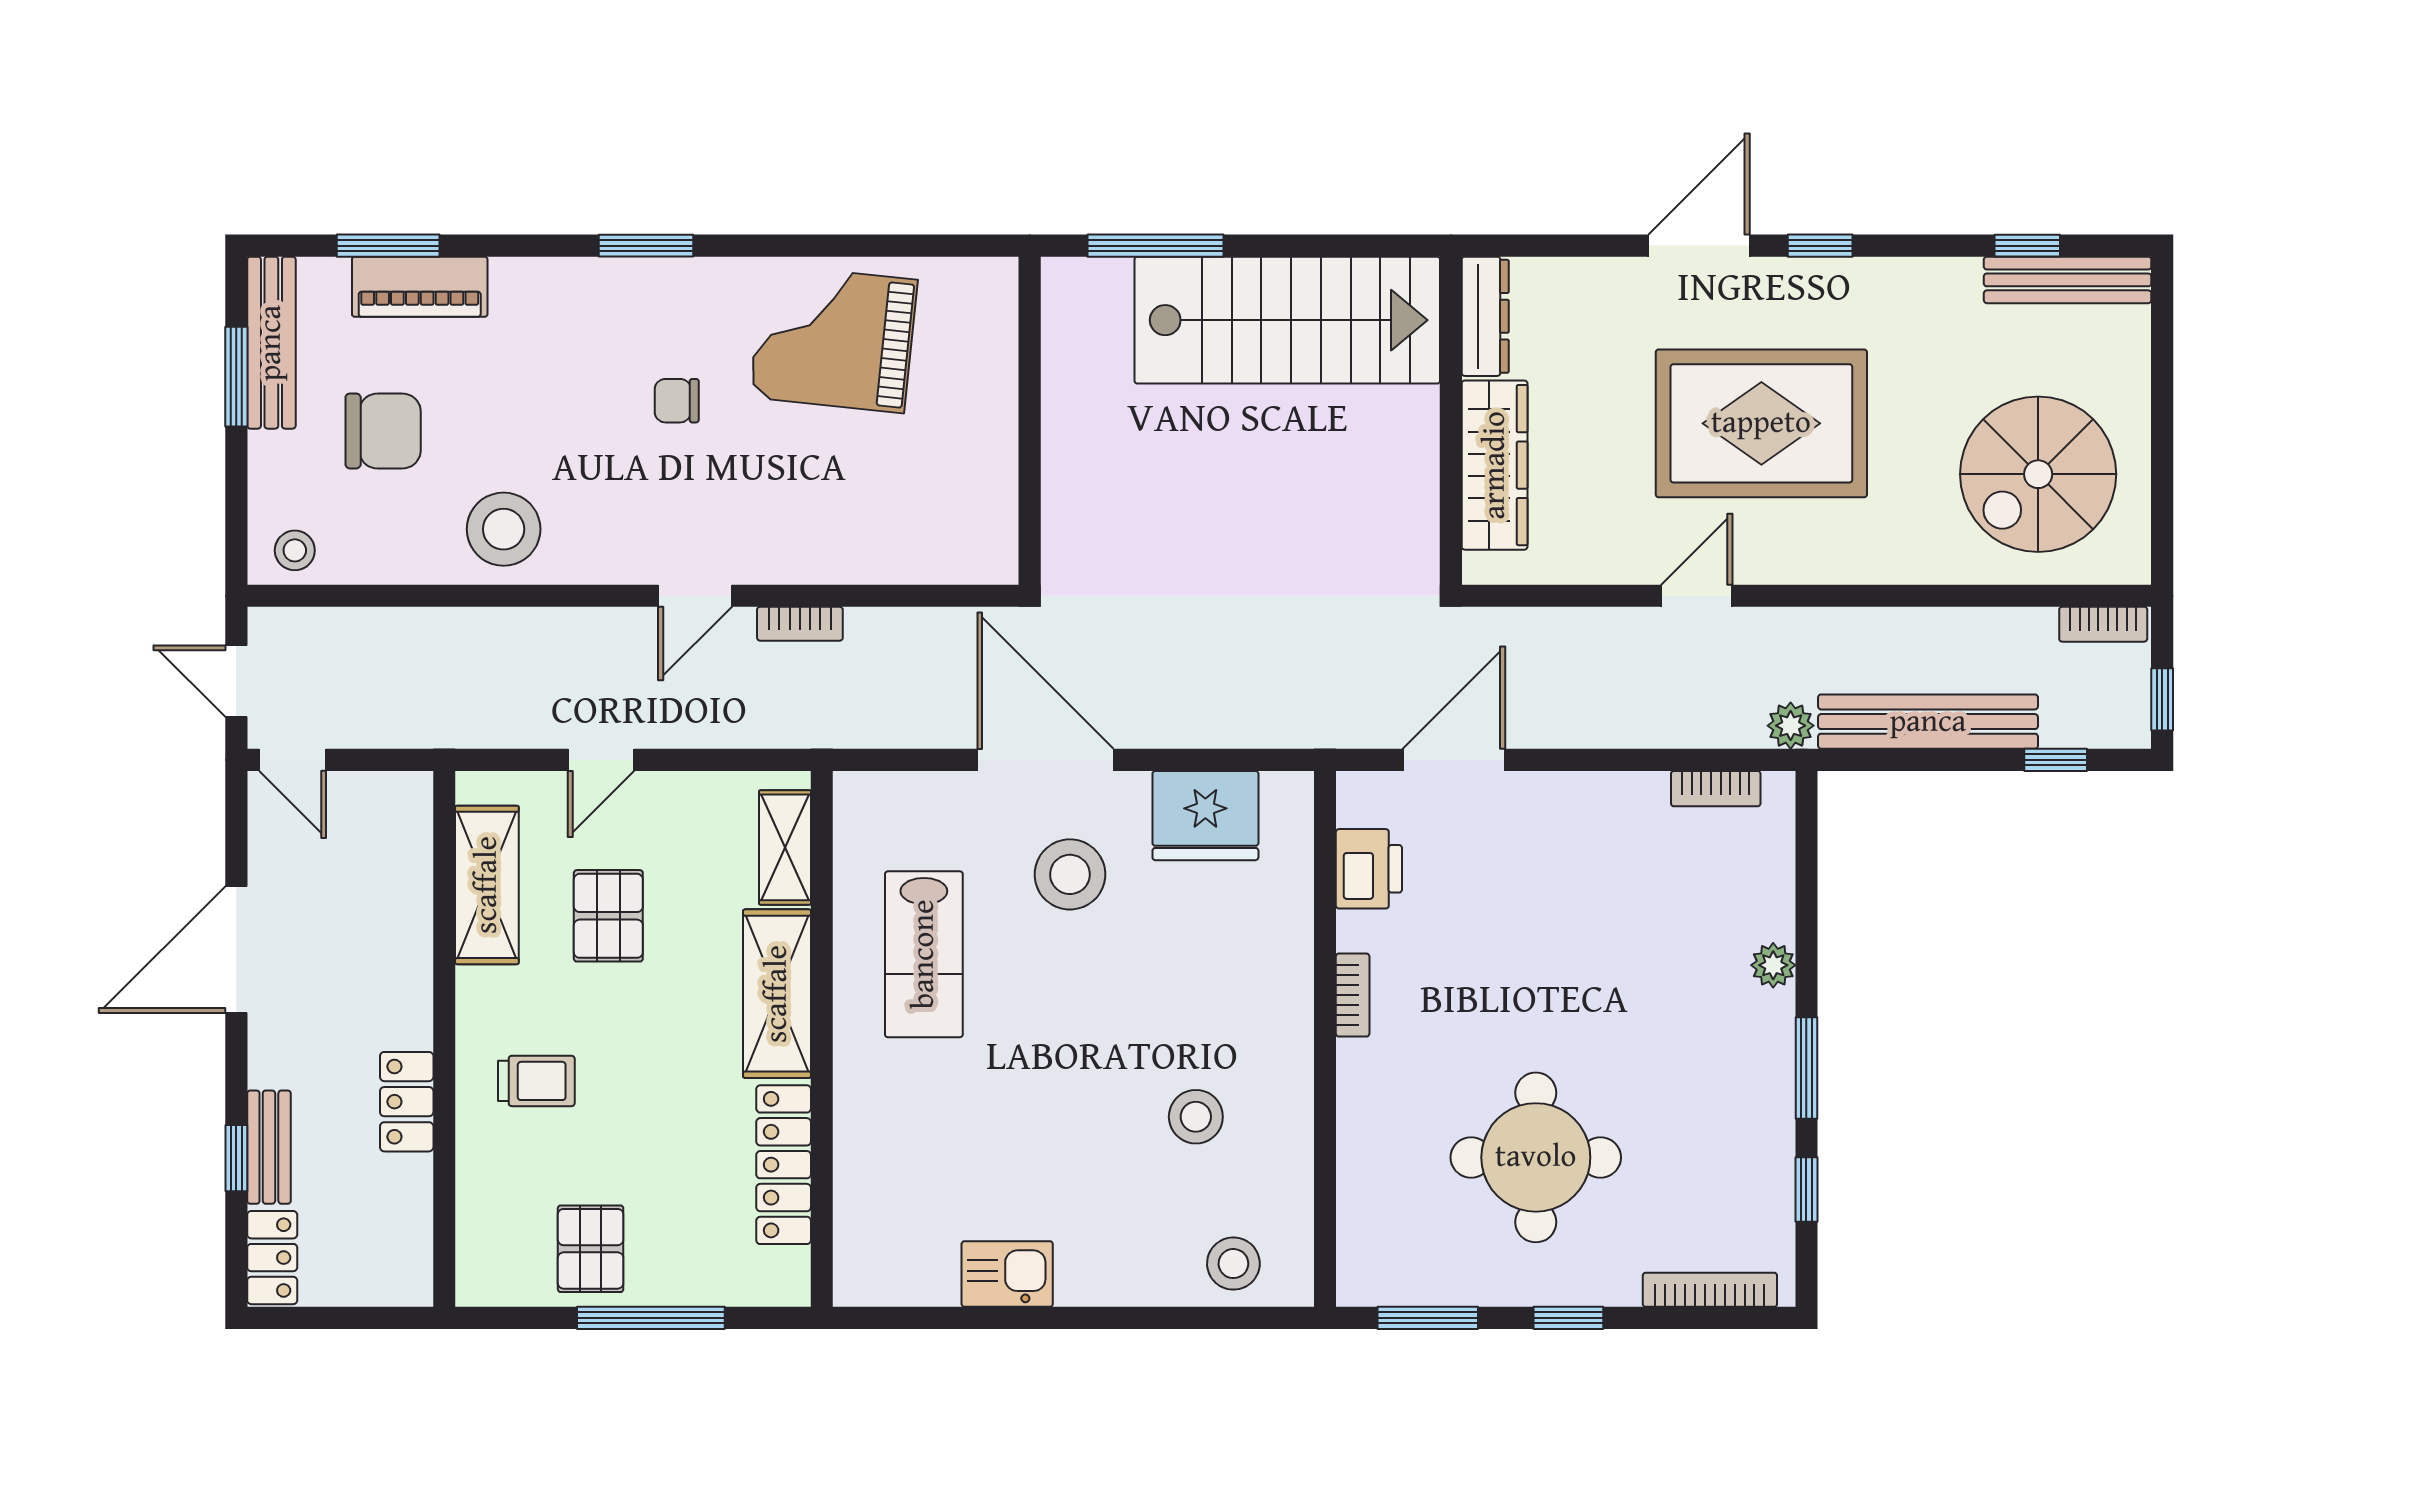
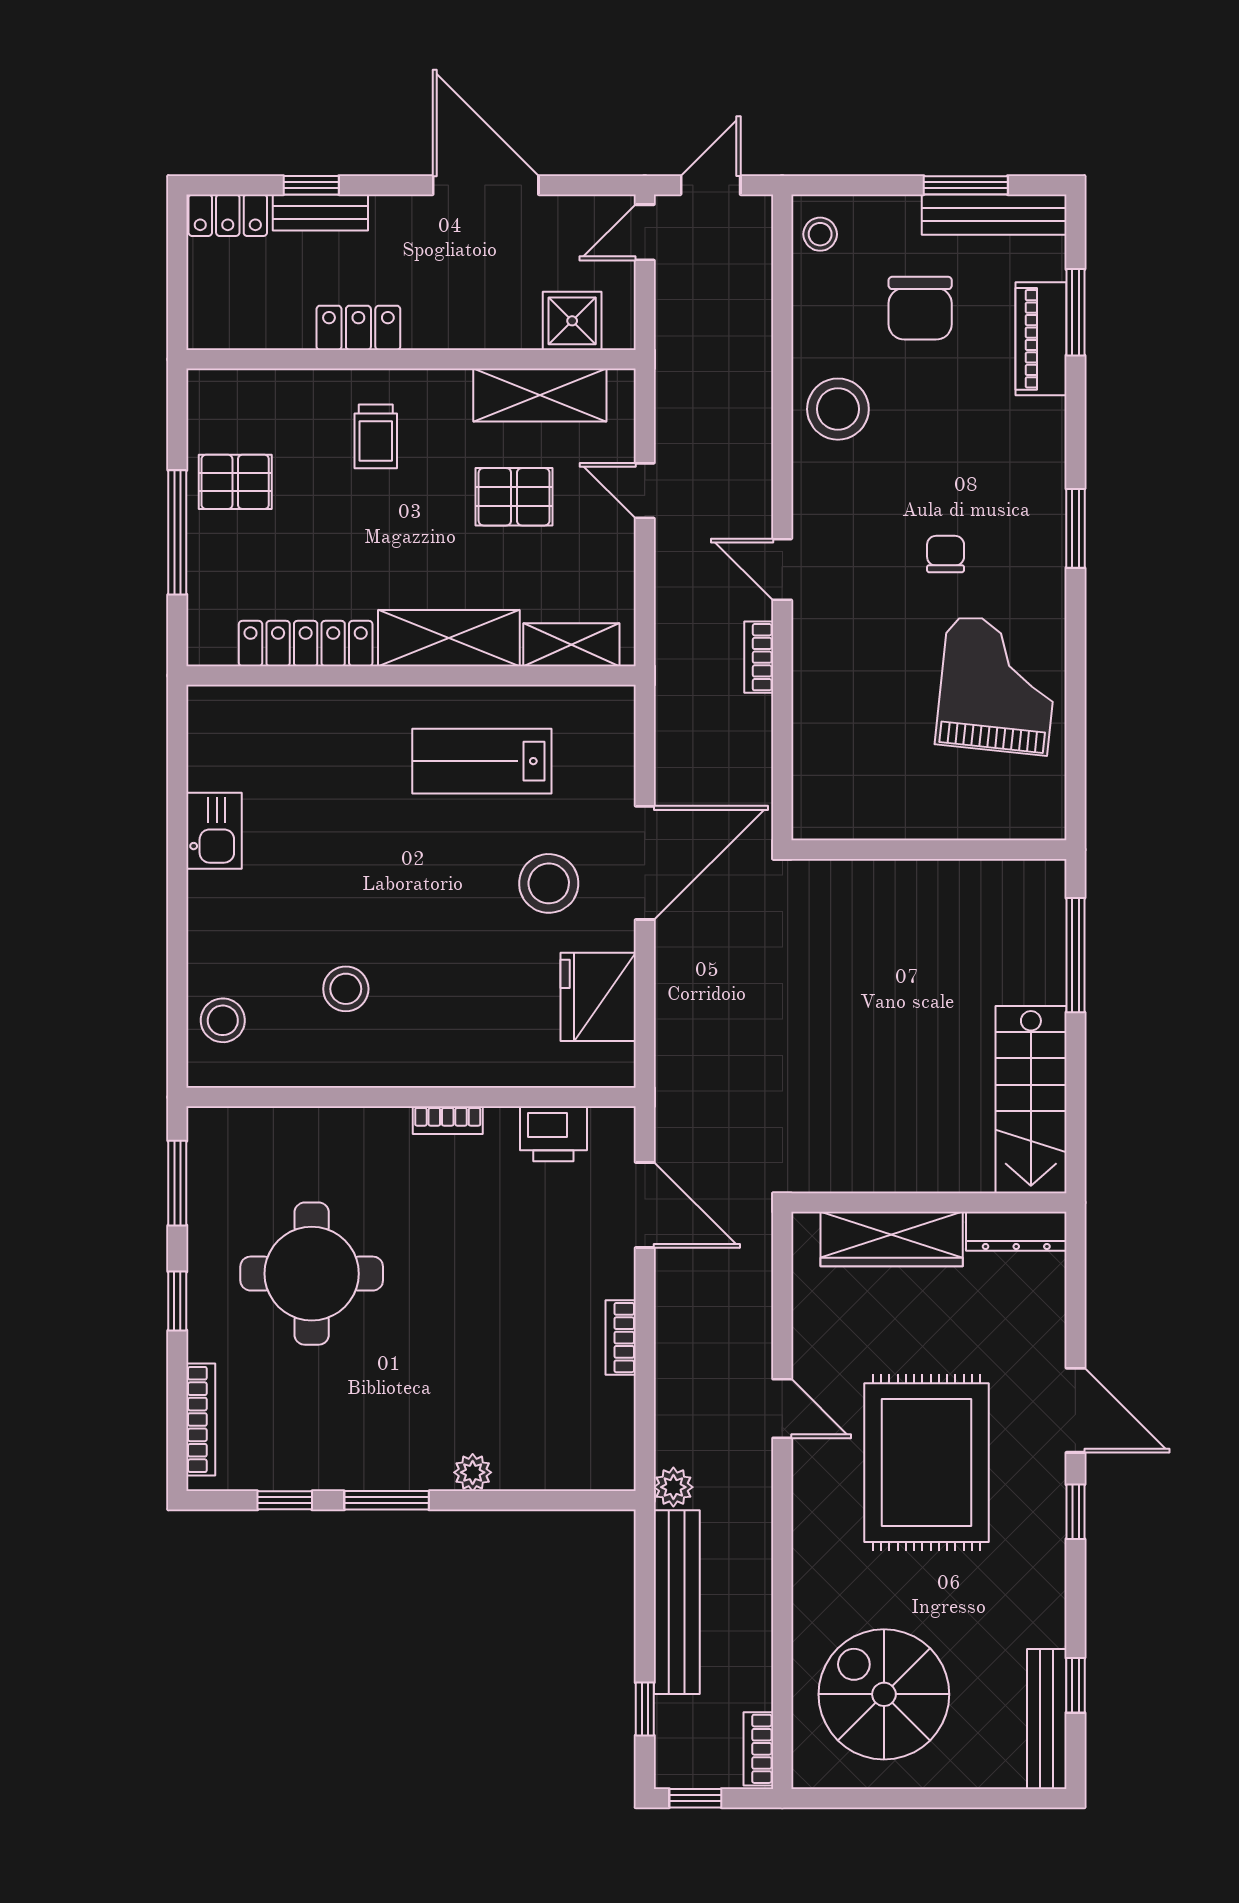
stairs: (1287, 320) -> (1031, 1100), width x0.73, depth x0.66
bookcase: (1716, 789) -> (621, 1338), moved
shower: (398, 846) -> (572, 321), added

